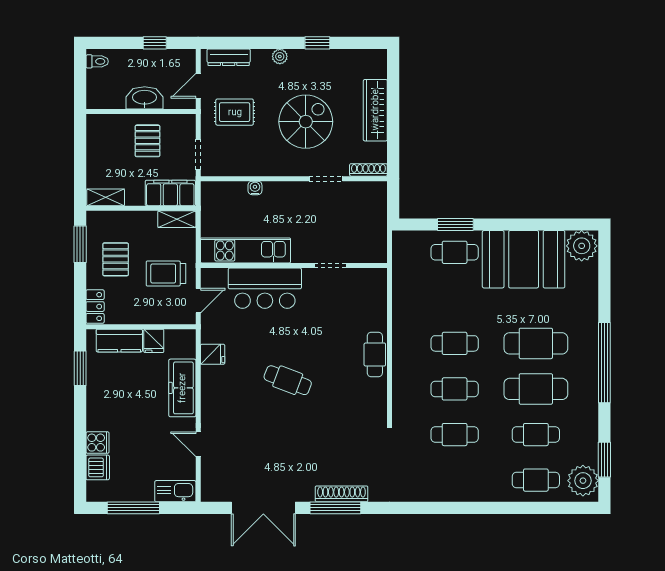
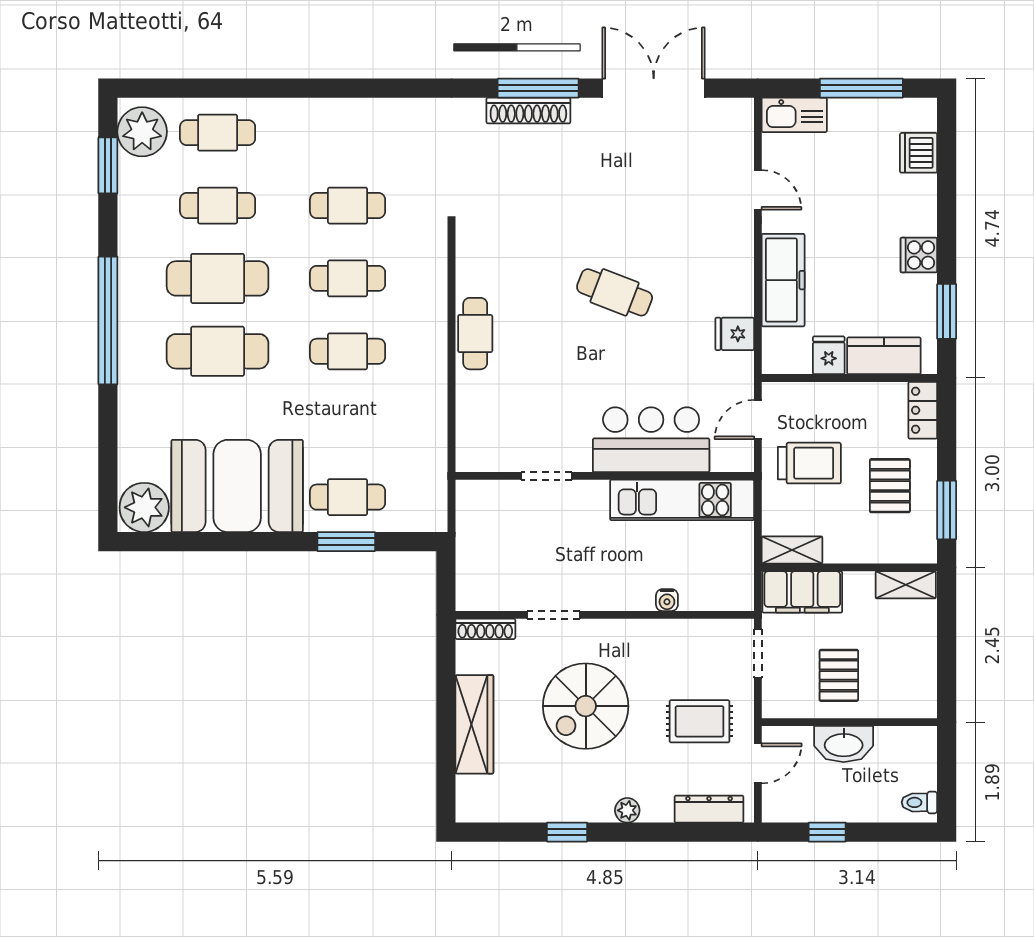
cooker: (97, 443) -> (919, 255), moved

